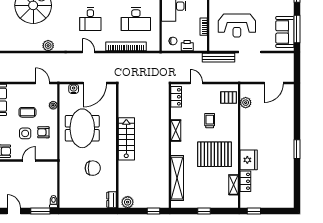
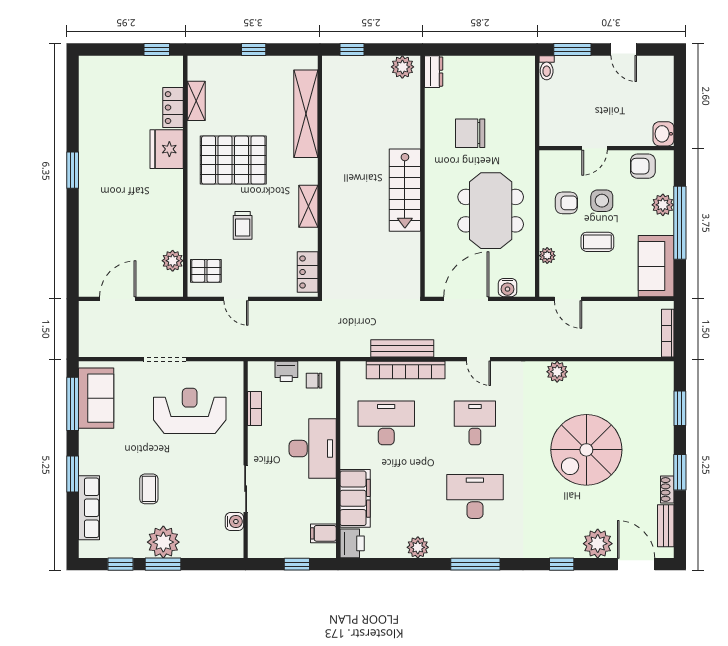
bench: (219, 58) -> (402, 348), moved
door: (196, 83) -> (236, 299), moved

